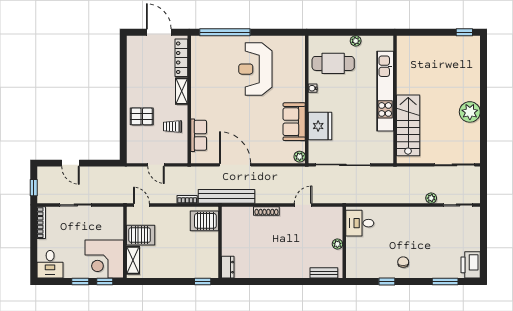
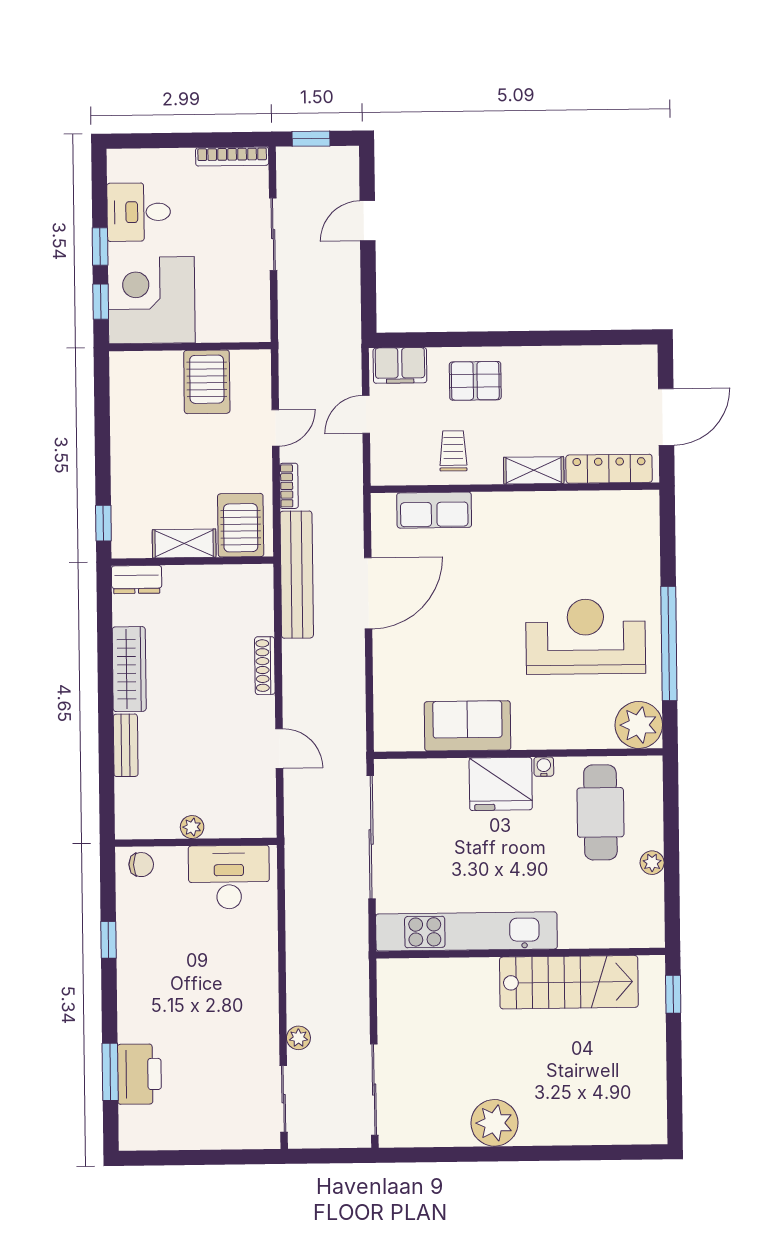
window: (225, 32) -> (669, 643), moved
window: (464, 32) -> (673, 994), moved
kitchen unit: (385, 91) -> (466, 931), moved
pallet: (142, 116) -> (475, 381), turned 90
stairs: (408, 125) -> (569, 982), moved
fridge: (320, 126) -> (501, 784), moved
filing cabinet: (135, 150) -> (400, 365), added
plant: (300, 157) -> (639, 725), moved, width x1.87, depth x1.87
door: (141, 205) -> (275, 428), moved
desk: (360, 223) -> (229, 877), width x1.37
shelving: (133, 260) -> (184, 543), moved
chair: (403, 262) -> (141, 865), moved
desk: (50, 264) -> (139, 212), moved
printer: (471, 265) -> (139, 1074), moved, turned 90
wardrobe: (267, 271) -> (129, 669), added
bench: (324, 273) -> (126, 745), moved

